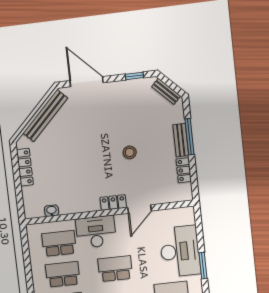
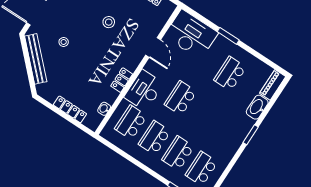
stool: (80, 128) -> (64, 42), added
locker: (25, 167) -> (70, 109), moved
locker: (113, 203) -> (122, 80), moved
desk: (180, 251) -> (191, 34), moved

